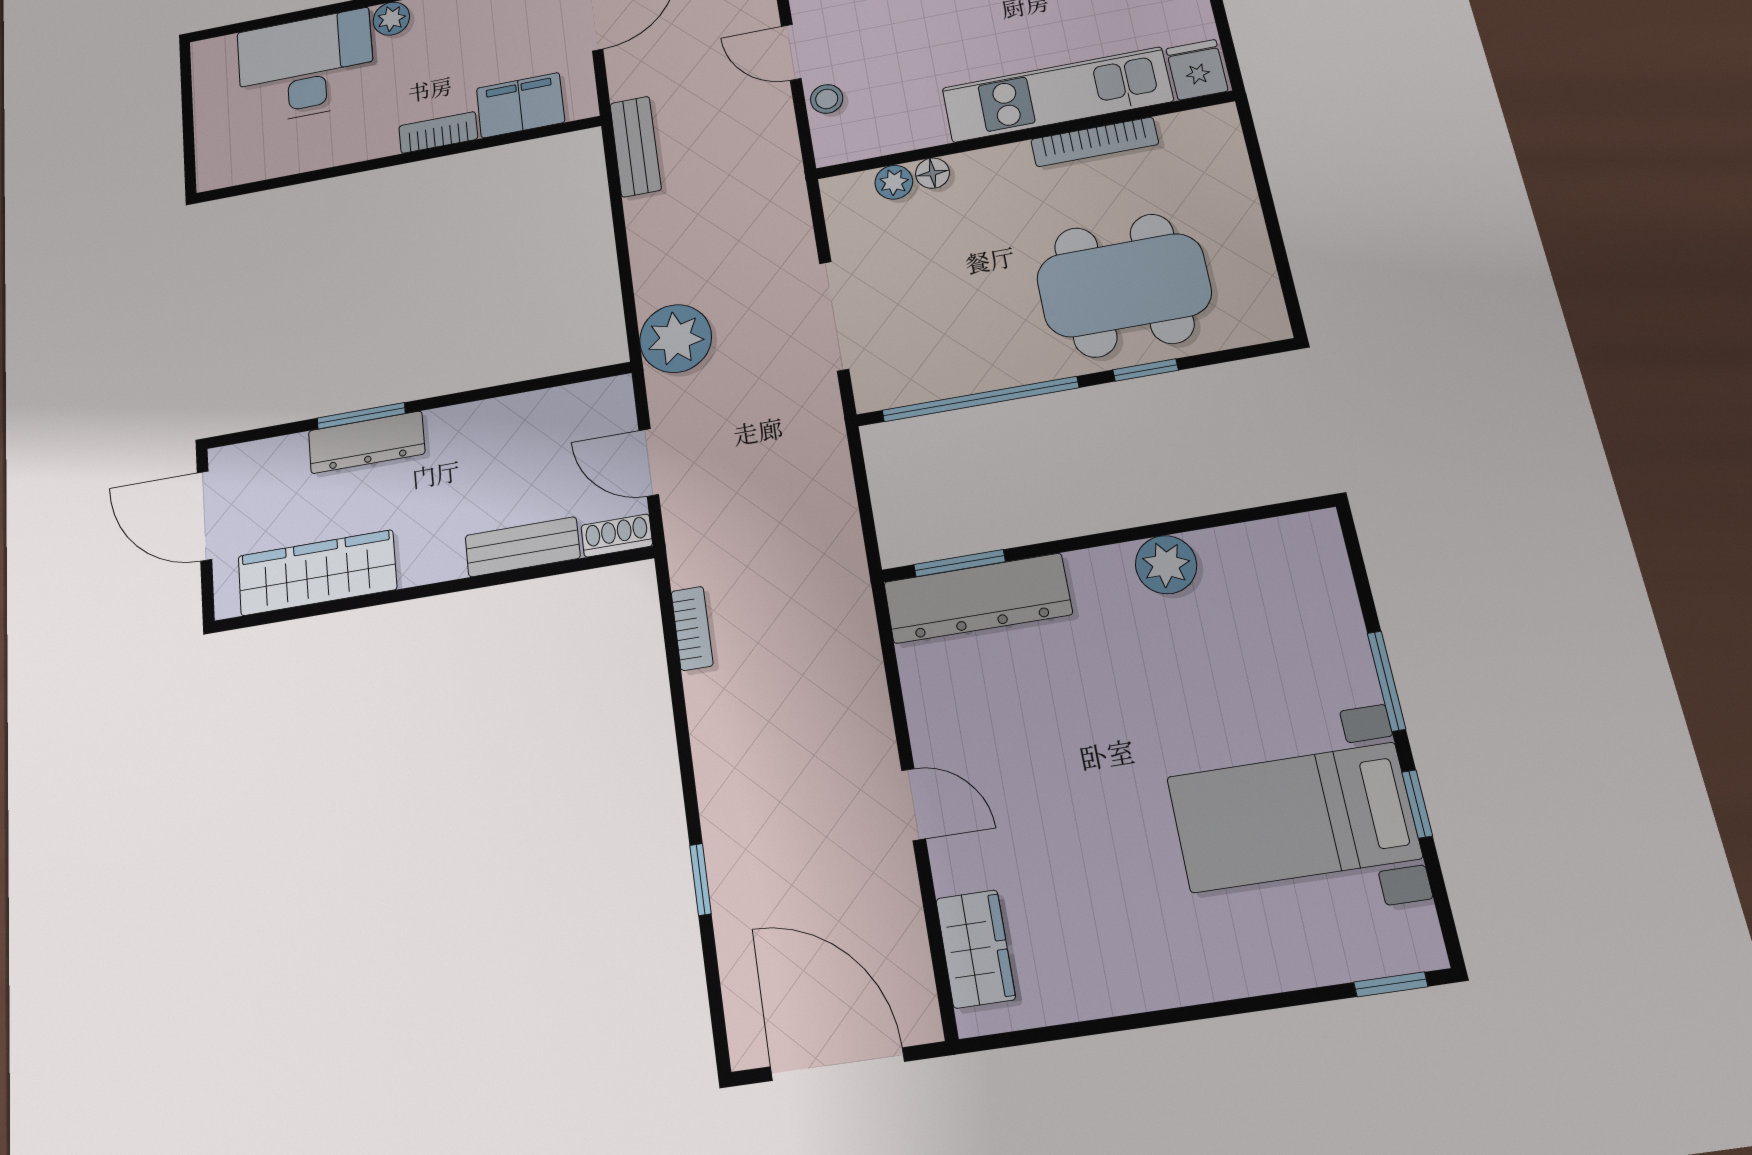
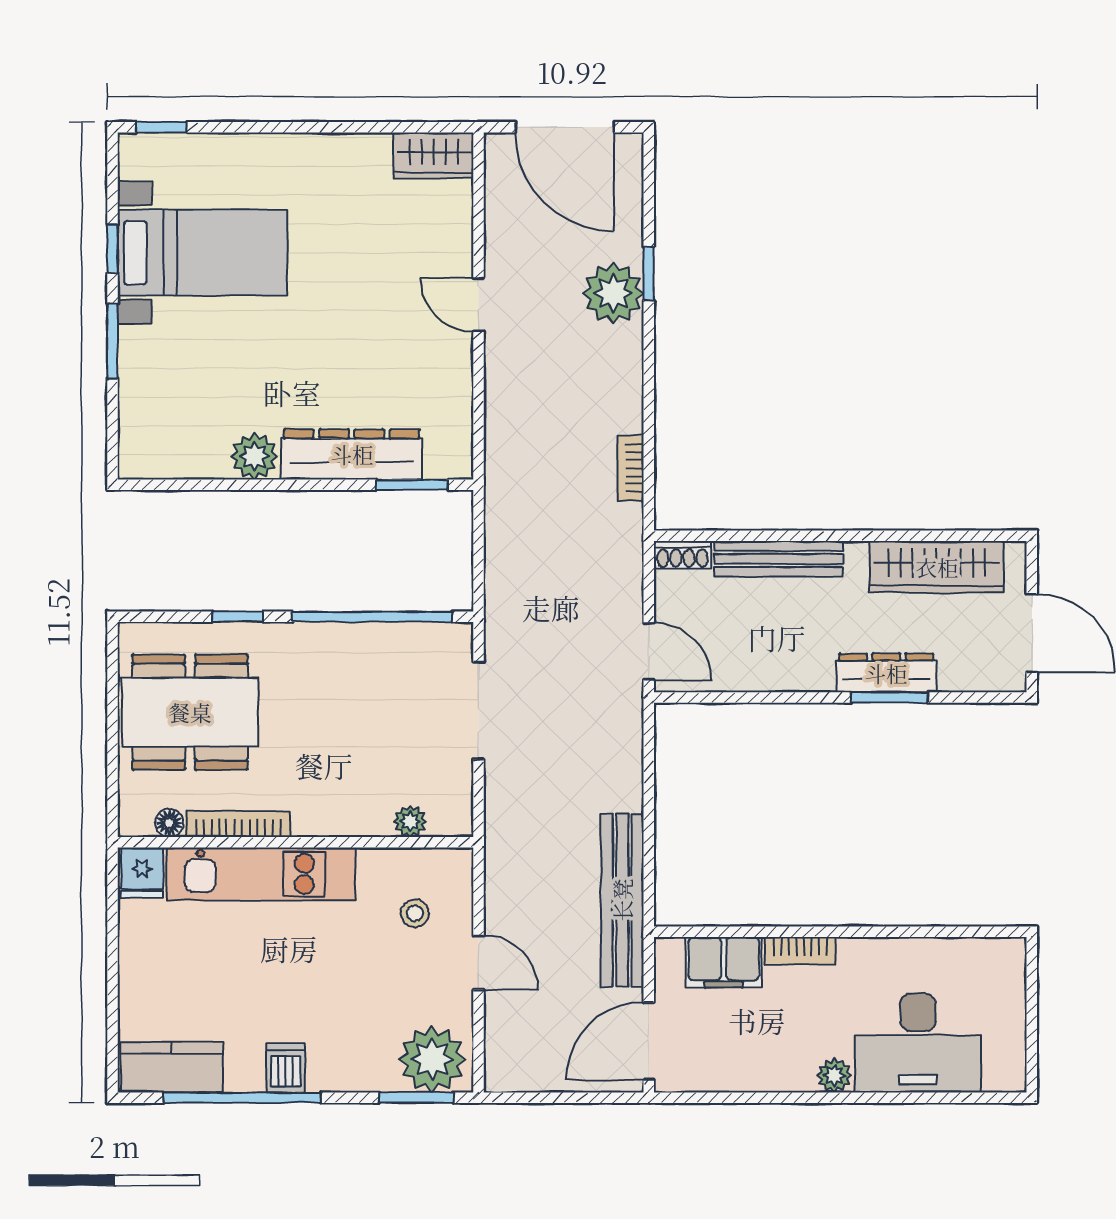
stool: (827, 99) -> (415, 913), moved
bench: (636, 146) -> (622, 900), width x1.86, depth x1.21
floor lamp: (933, 173) -> (169, 823), moved
dining table: (1124, 285) -> (190, 712), moved
plant: (676, 339) -> (613, 293), moved
door: (649, 462) -> (649, 651), moved
bench: (523, 547) -> (778, 559), width x1.36
dresser: (978, 598) -> (352, 454), moved
wardrobe: (975, 949) -> (434, 155), moved, turned -90

